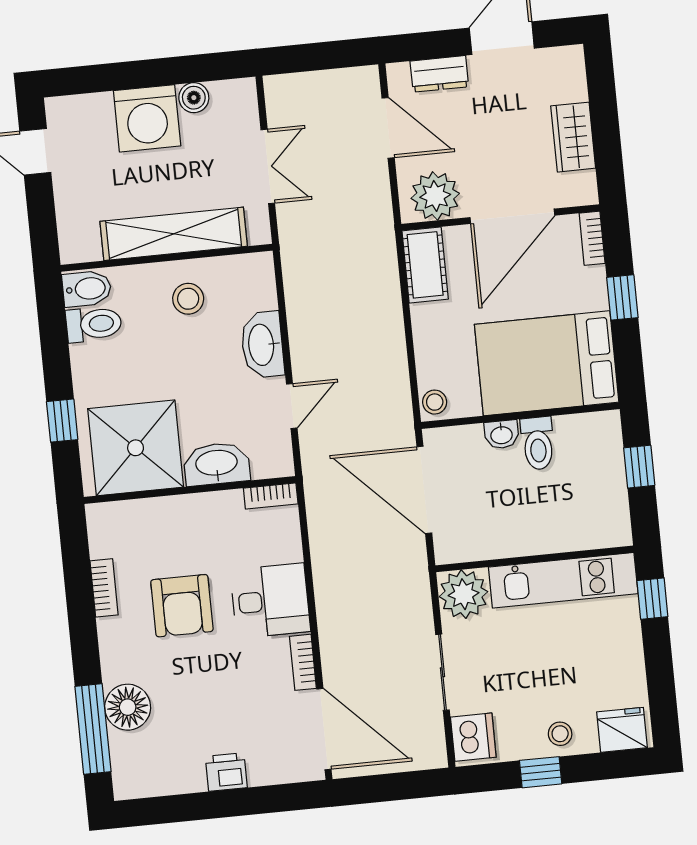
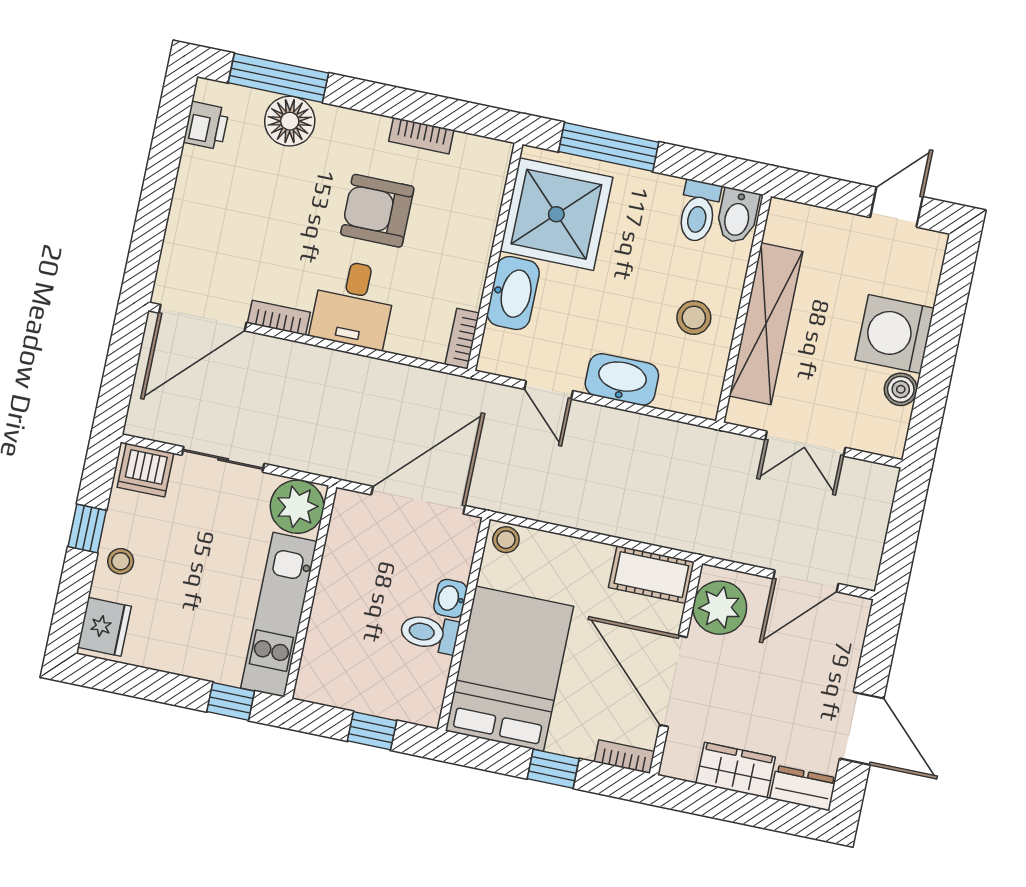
dresser: (439, 74) -> (803, 788), moved, turned 90
window: (62, 421) -> (609, 147), width x2.17
printer: (226, 772) -> (206, 126), moved

